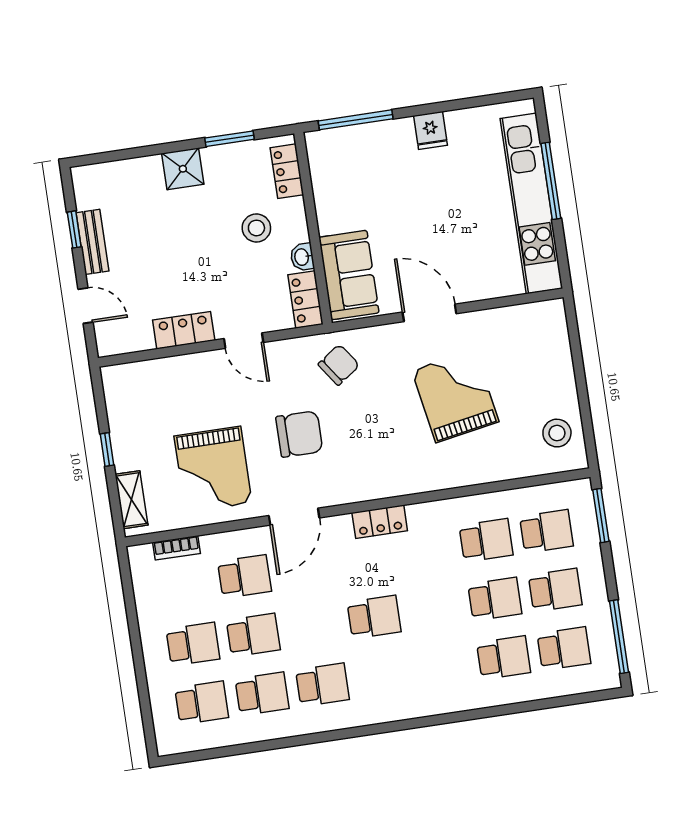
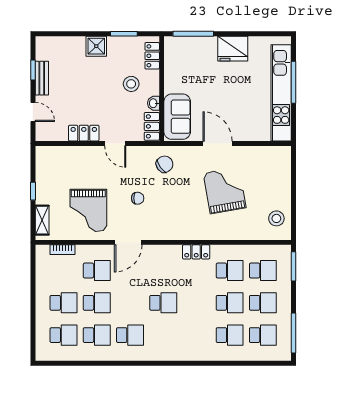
fridge: (431, 130) -> (233, 49), width x1.88, depth x1.34
chair: (299, 434) -> (138, 198), width x0.54, depth x0.54
locker: (380, 522) -> (196, 252), moved

